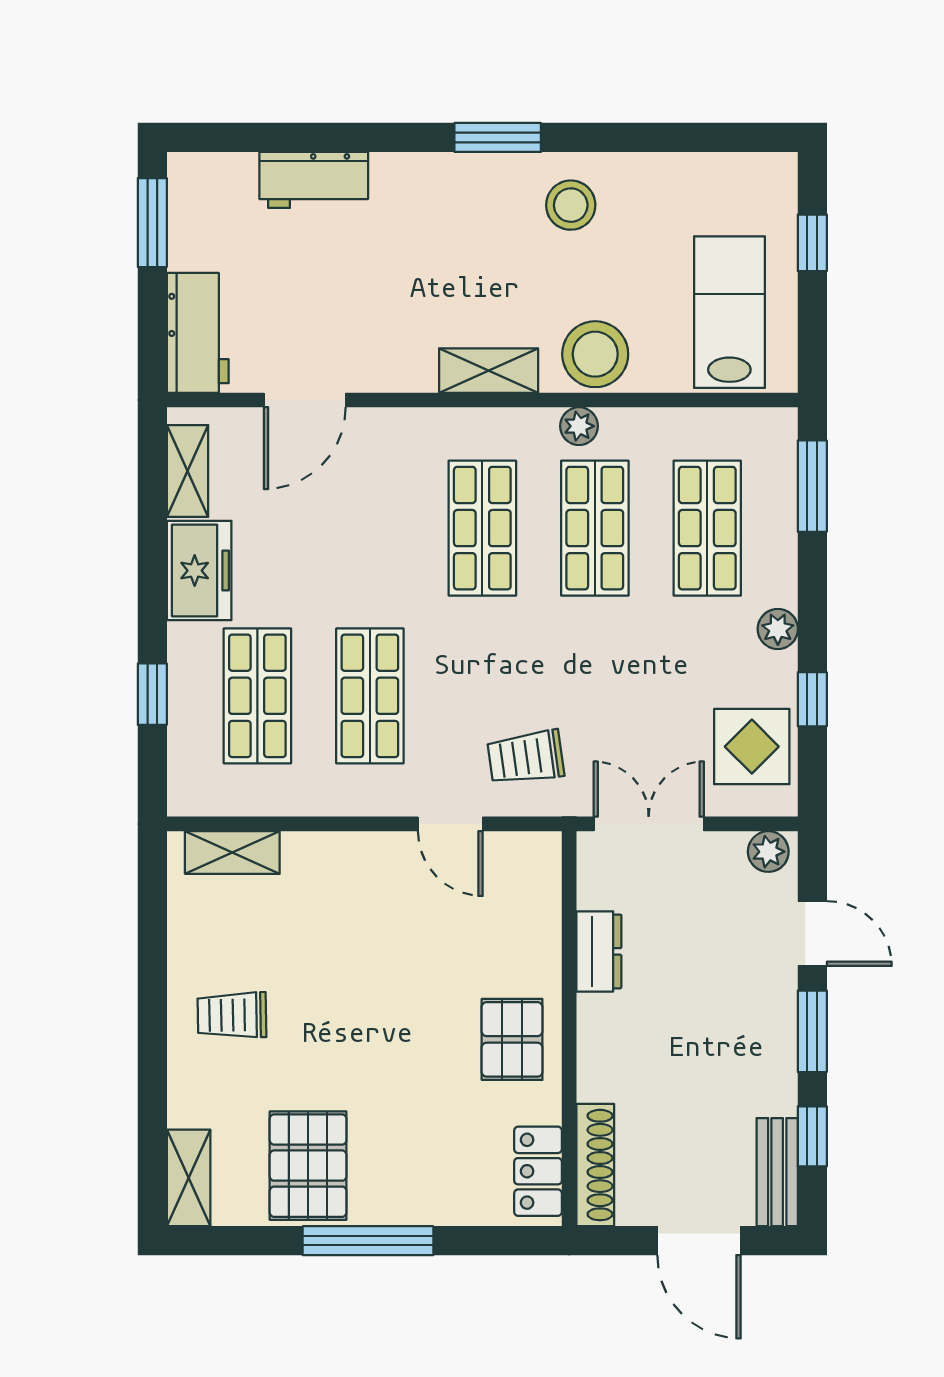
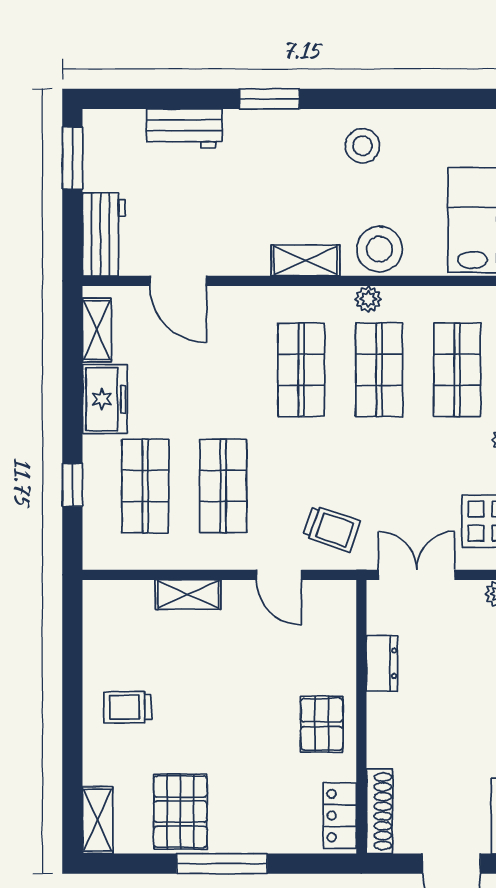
window: (498, 137) -> (269, 99), moved
door: (305, 400) -> (178, 281), hinge flipped
trolley: (526, 757) -> (331, 529), turned -153
shelving: (232, 852) -> (188, 595), moved

